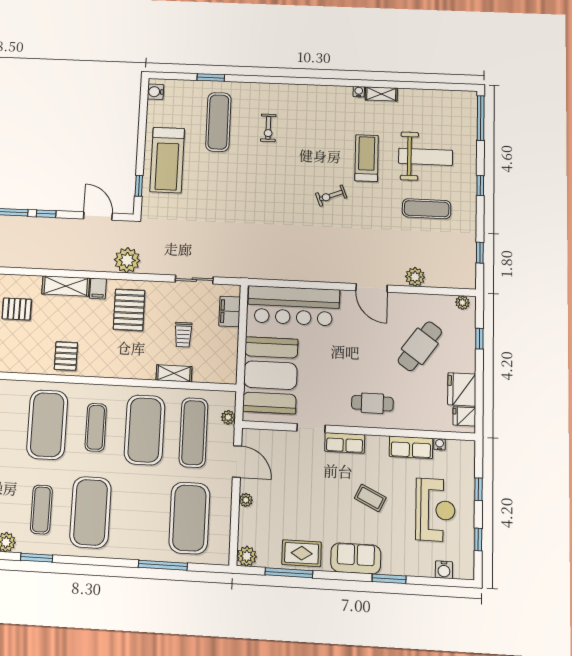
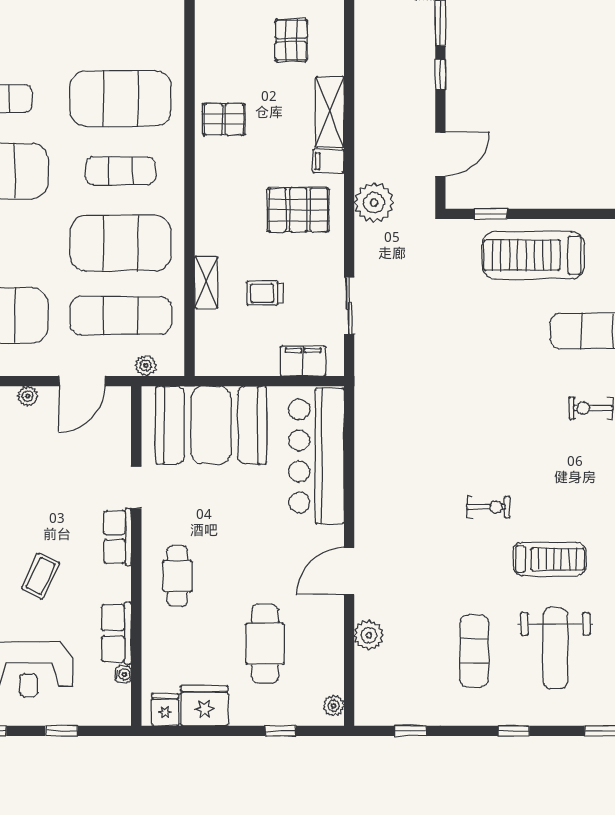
exercise bike: (331, 196) -> (488, 507), turned 111
cafe table: (420, 346) -> (265, 644), turned 54

